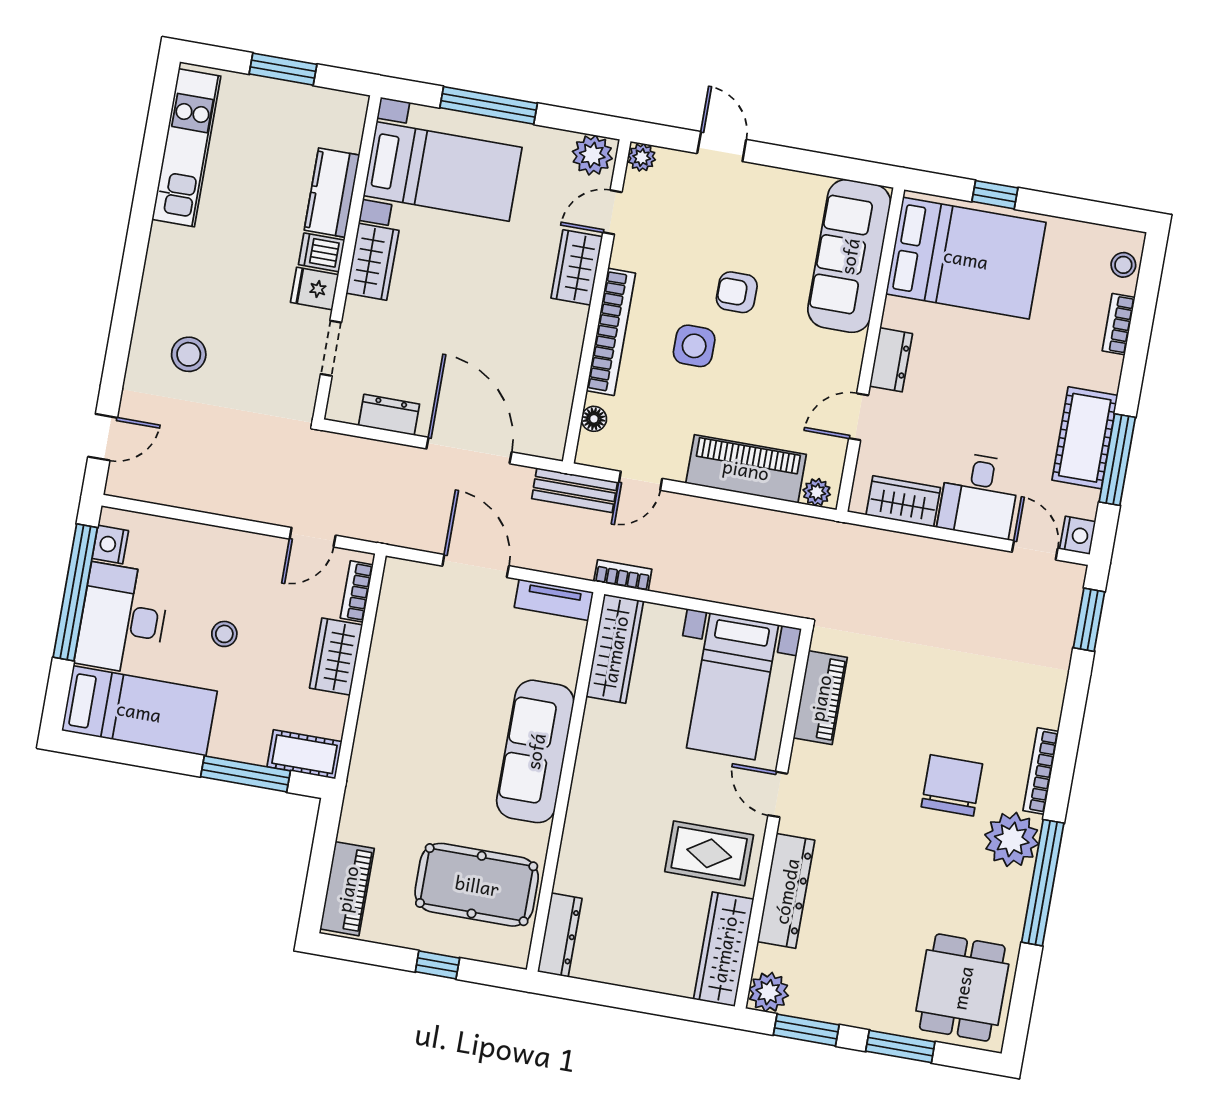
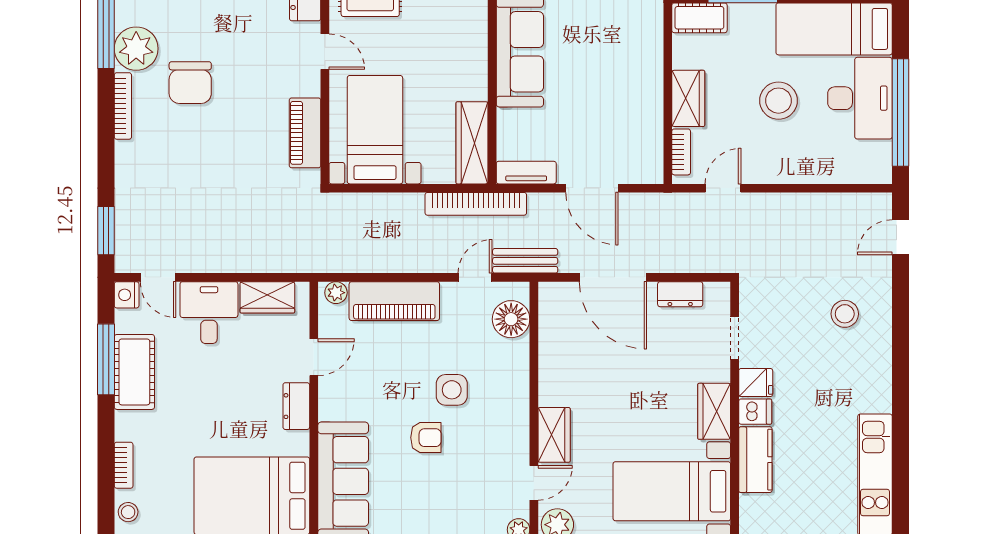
bookcase: (611, 332) -> (519, 389), removed
floor lamp: (594, 419) -> (511, 319), width x1.89, depth x1.89
nightstand: (110, 545) -> (880, 155), removed
bookcase: (623, 575) -> (476, 204), width x2.31, depth x1.31
stool: (224, 634) -> (779, 101), width x1.89, depth x1.89

